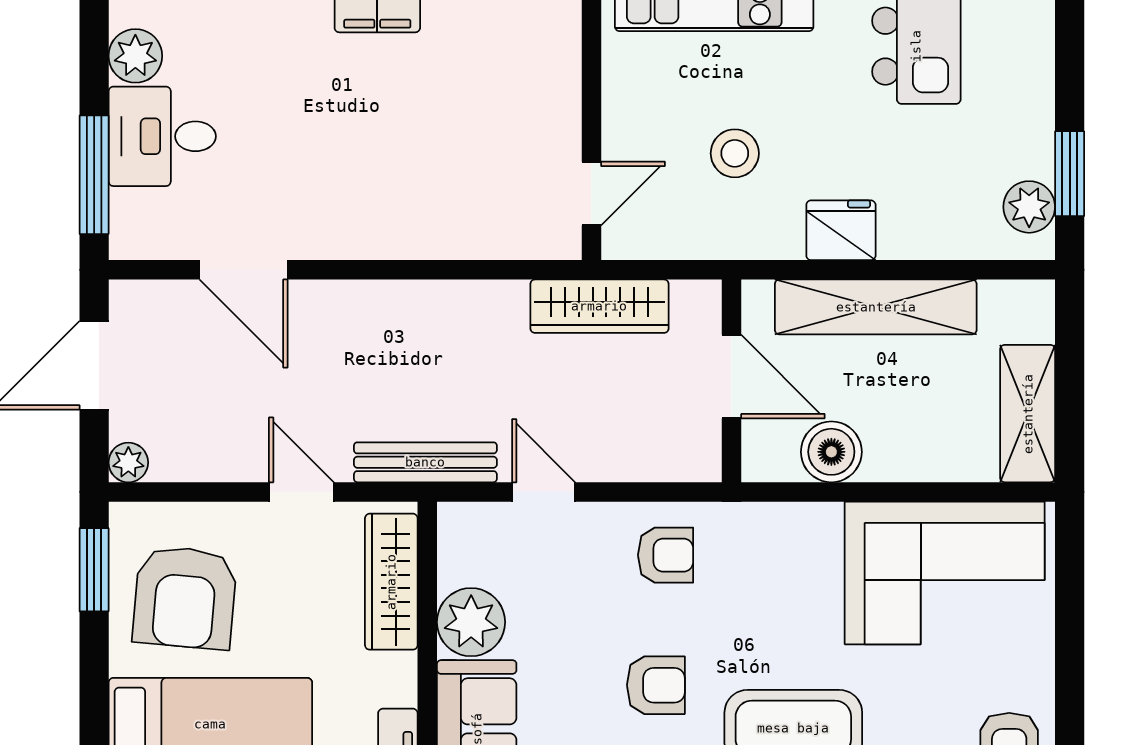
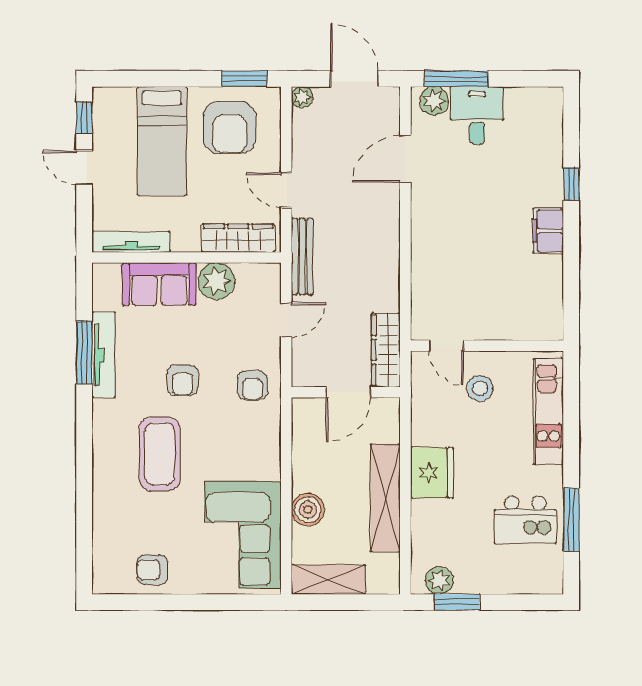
plant: (135, 56) -> (434, 101), moved
stool: (735, 153) -> (480, 388), moved
fridge: (841, 230) -> (432, 473), width x1.36, depth x1.34
door: (731, 376) -> (348, 392), moved
wall: (731, 381) -> (346, 392), moved
boiler: (831, 452) -> (308, 510), moved
door: (301, 492) -> (286, 190), swing flipped
armchair: (185, 597) -> (230, 127), turned -95

